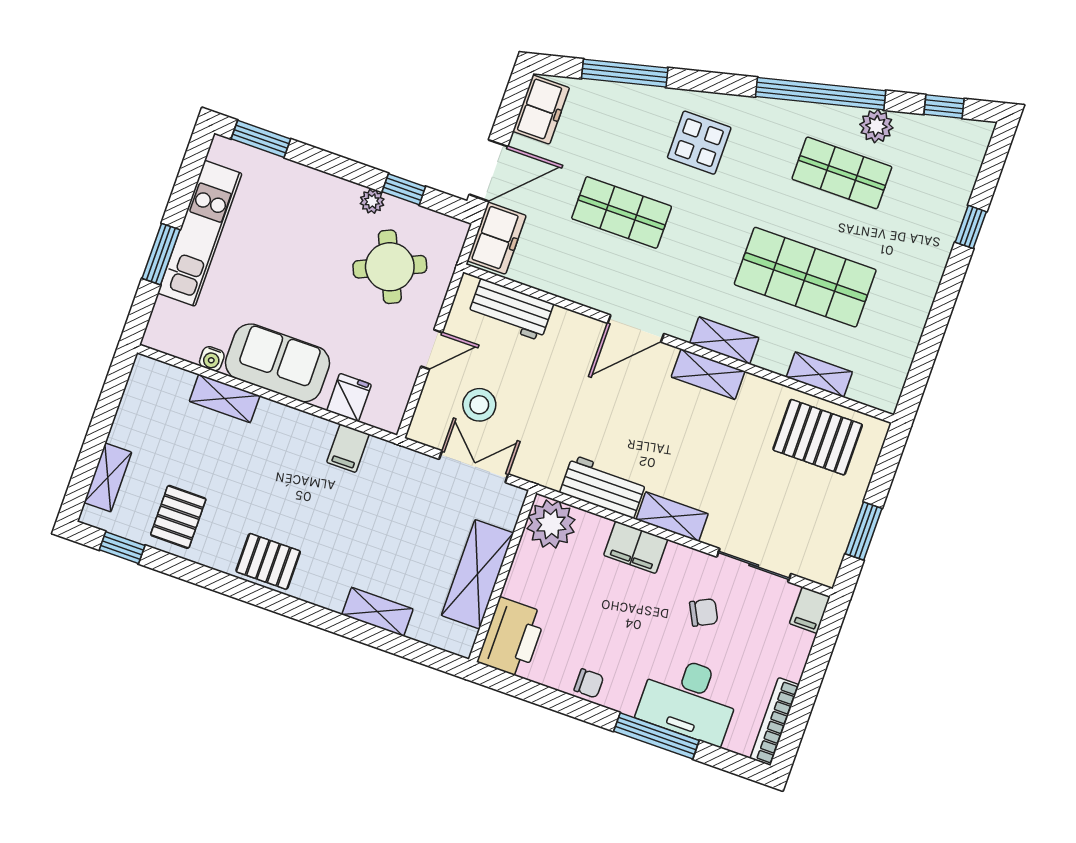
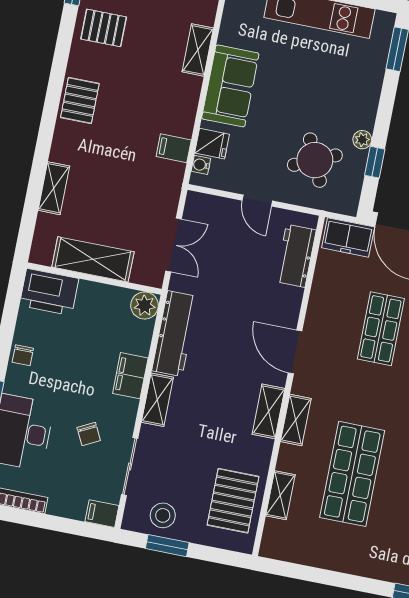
water cooler: (212, 359) -> (201, 165), moved
stool: (479, 405) -> (163, 515), moved
workbench: (603, 487) -> (175, 334), width x1.38
plant: (551, 524) -> (145, 305), width x0.73, depth x0.73

